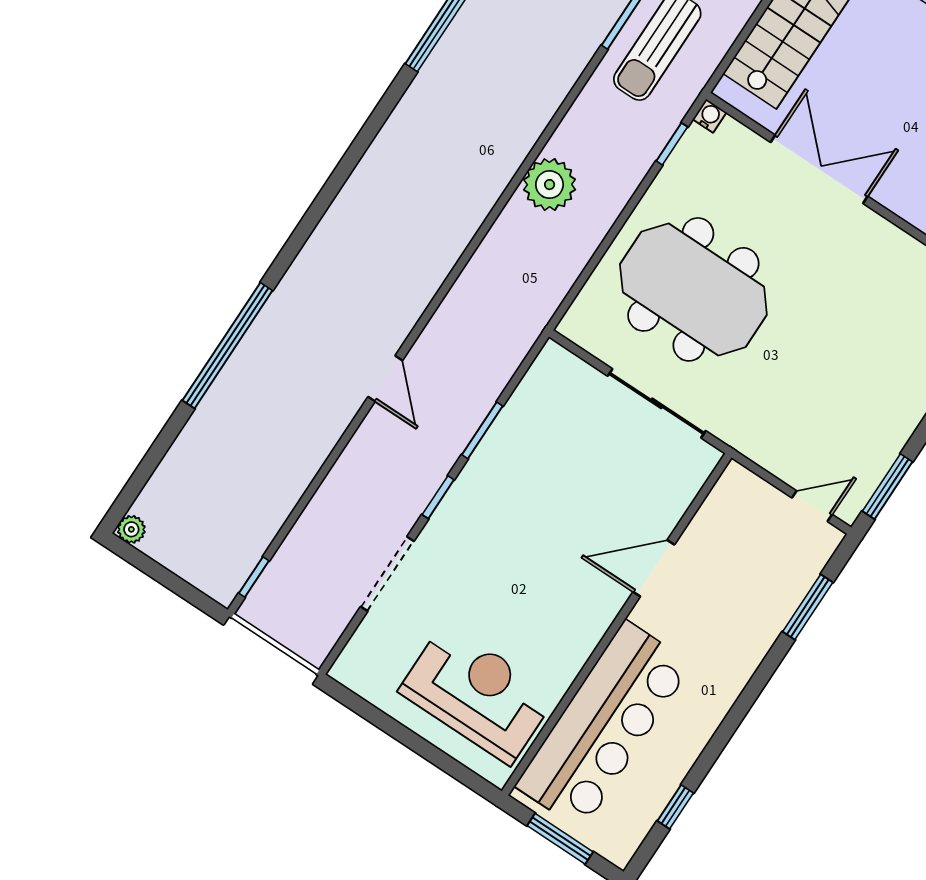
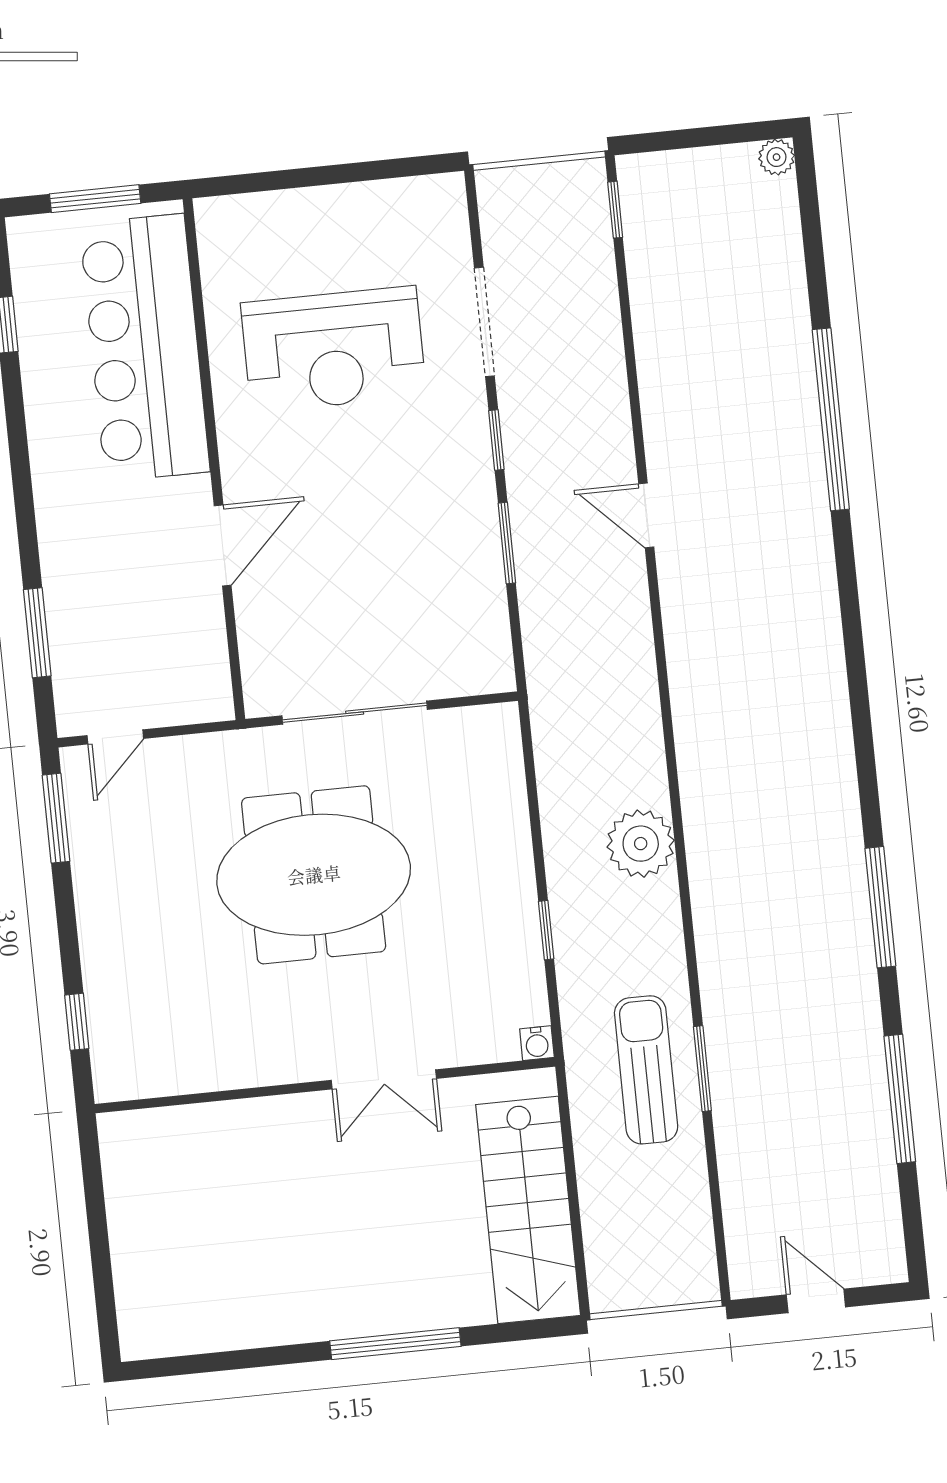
window: (672, 144) -> (546, 930), moved
double door: (819, 169) -> (384, 1079), width x0.73
meeting table: (693, 289) -> (314, 875), moved
reception desk: (477, 694) -> (334, 349), moved

